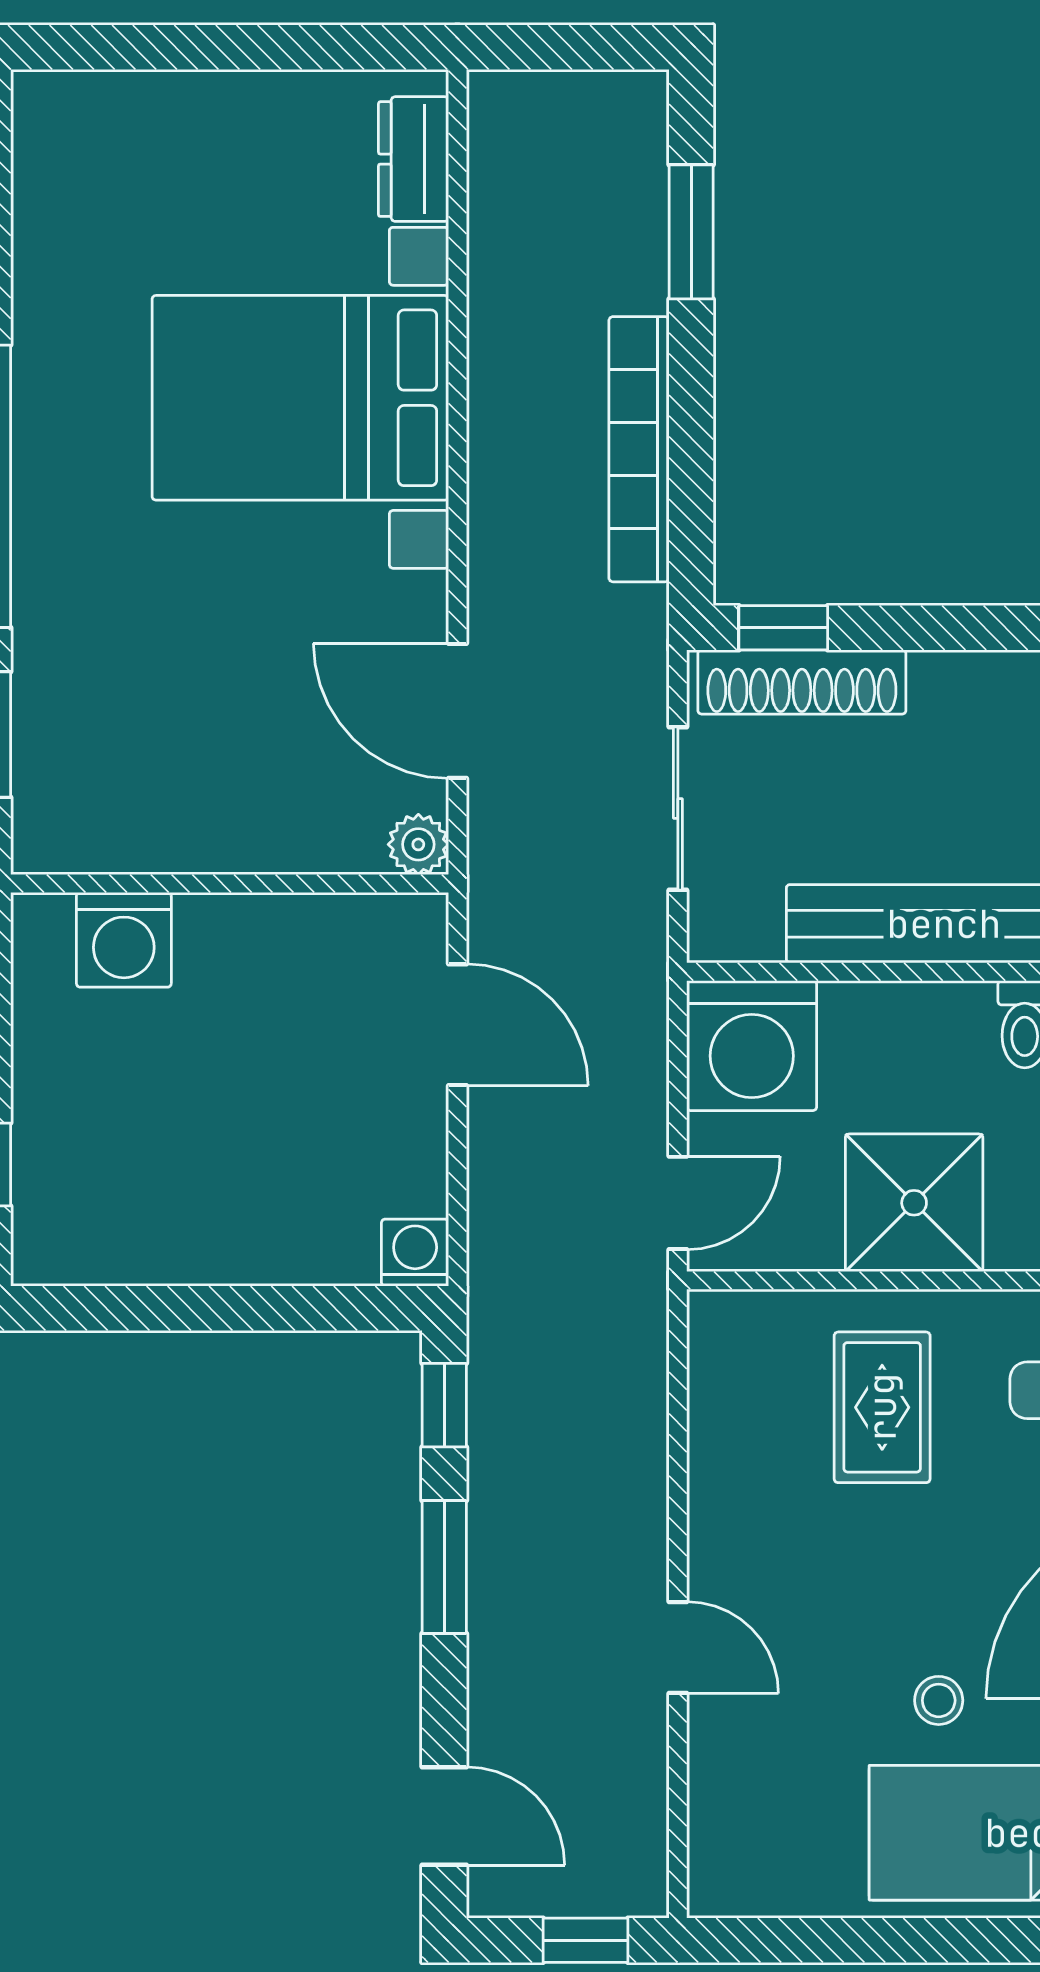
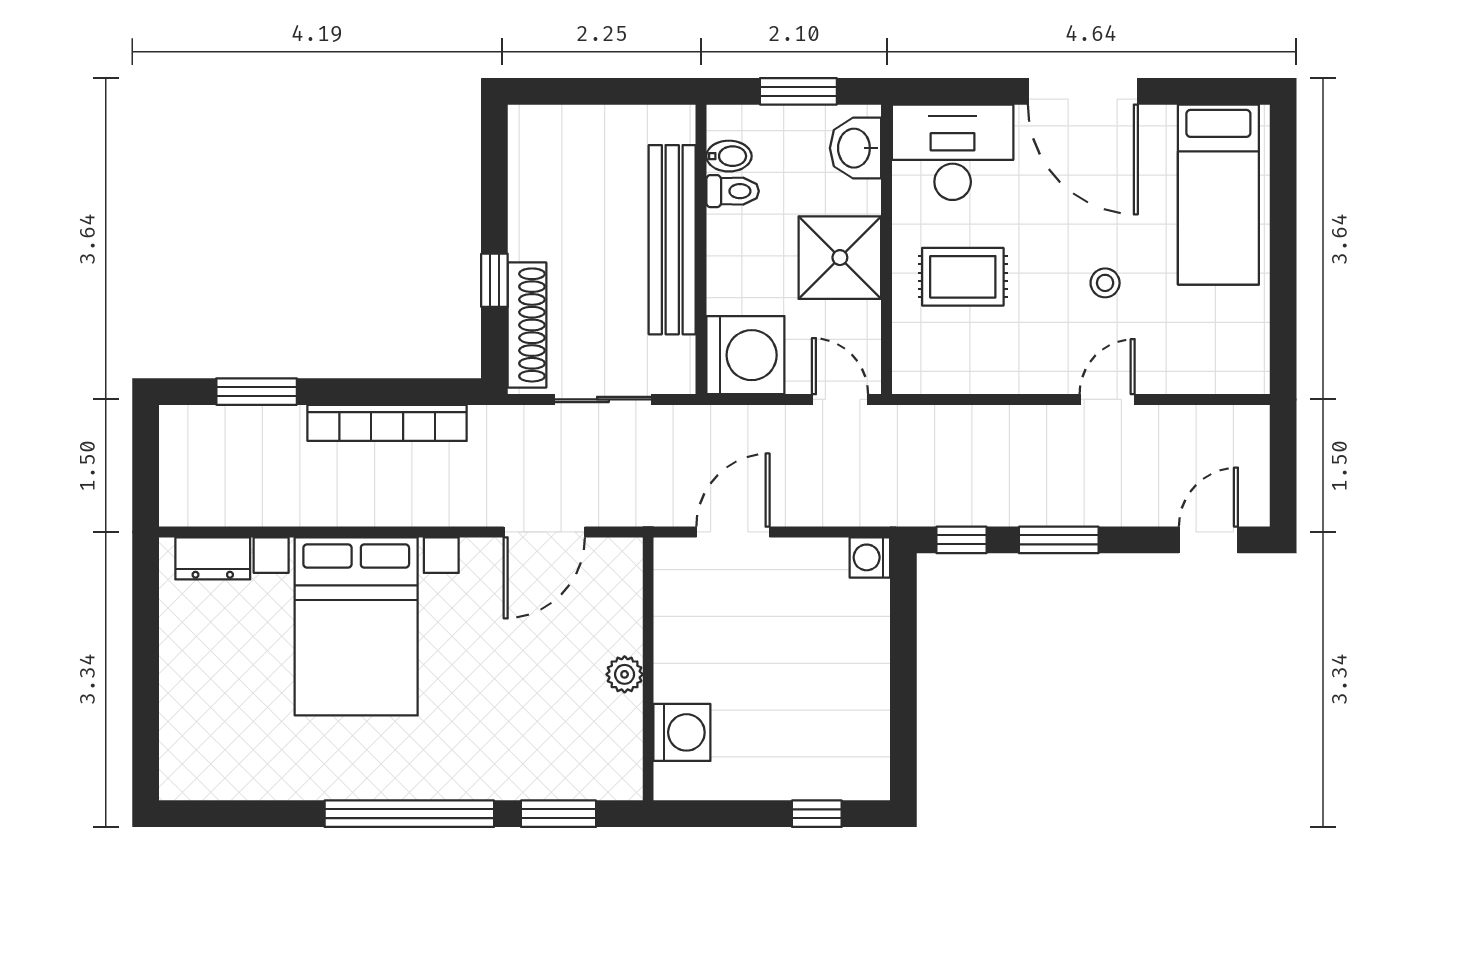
window: (783, 628) -> (494, 280), moved
plant: (418, 844) -> (625, 674), moved
stool: (939, 1700) -> (1105, 283), moved
window: (585, 1940) -> (1283, 455), removed

